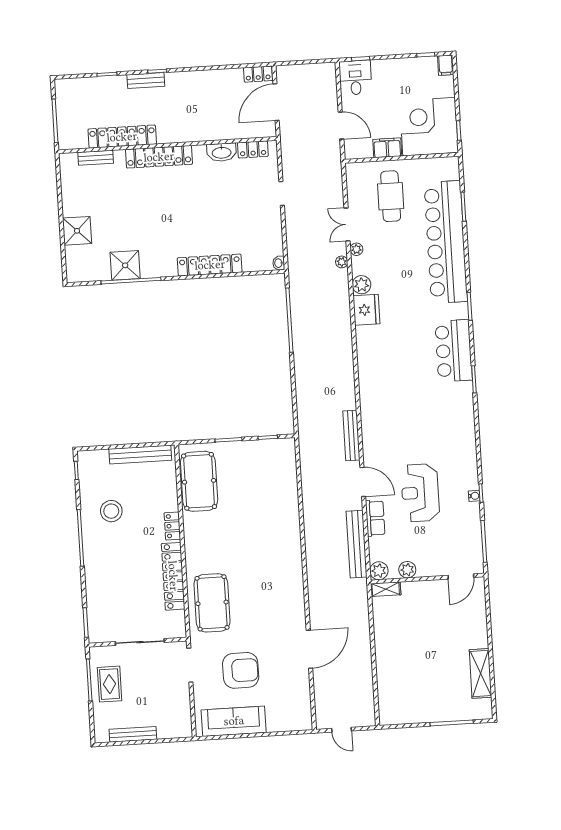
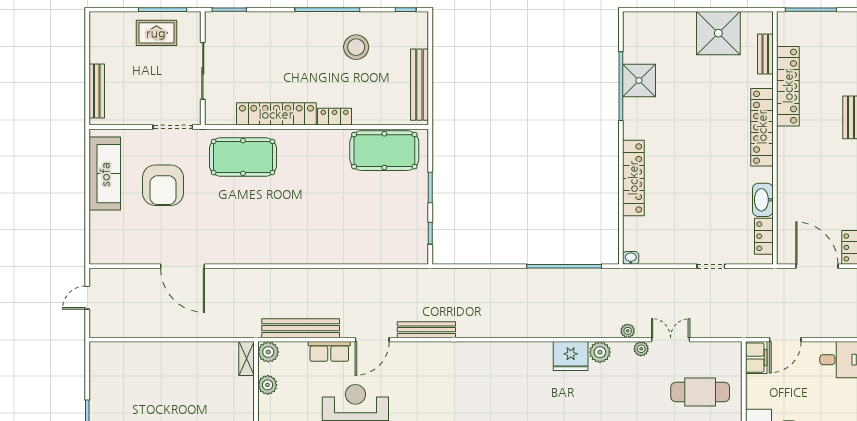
filing cabinet: (387, 148) -> (756, 358), moved
shower: (77, 231) -> (718, 33), moved, width x1.37, depth x1.37
bench: (133, 734) -> (97, 91), moved

